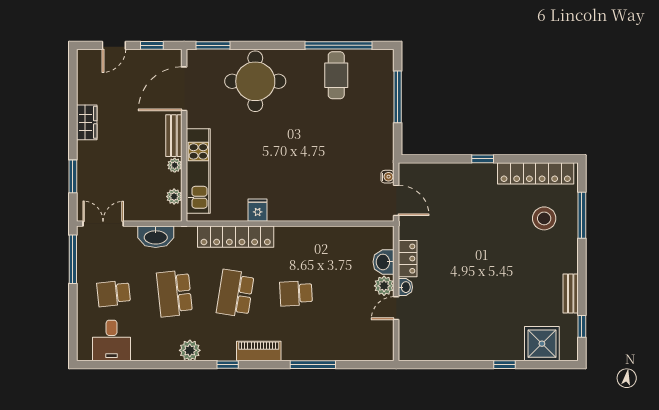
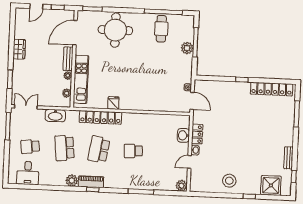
plant: (383, 108) -> (187, 48), added
stool: (544, 218) -> (229, 181), moved
plant: (384, 286) -> (181, 186), moved
piano: (259, 351) -> (91, 182), moved

